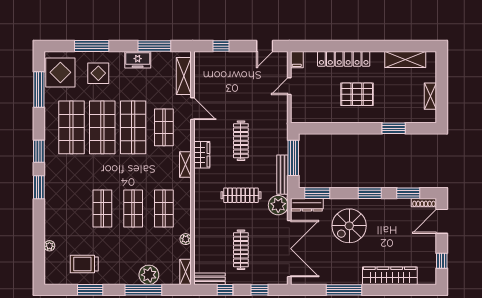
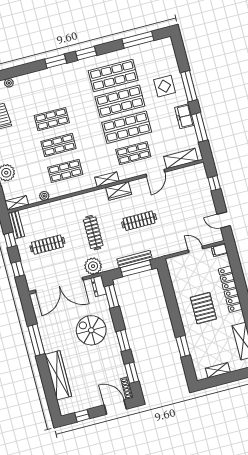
window: (92, 46) -> (189, 86), moved
display table: (60, 72) -> (157, 54), removed
bench: (282, 175) -> (135, 259), moved
dresser: (307, 205) -> (99, 286), width x0.70

